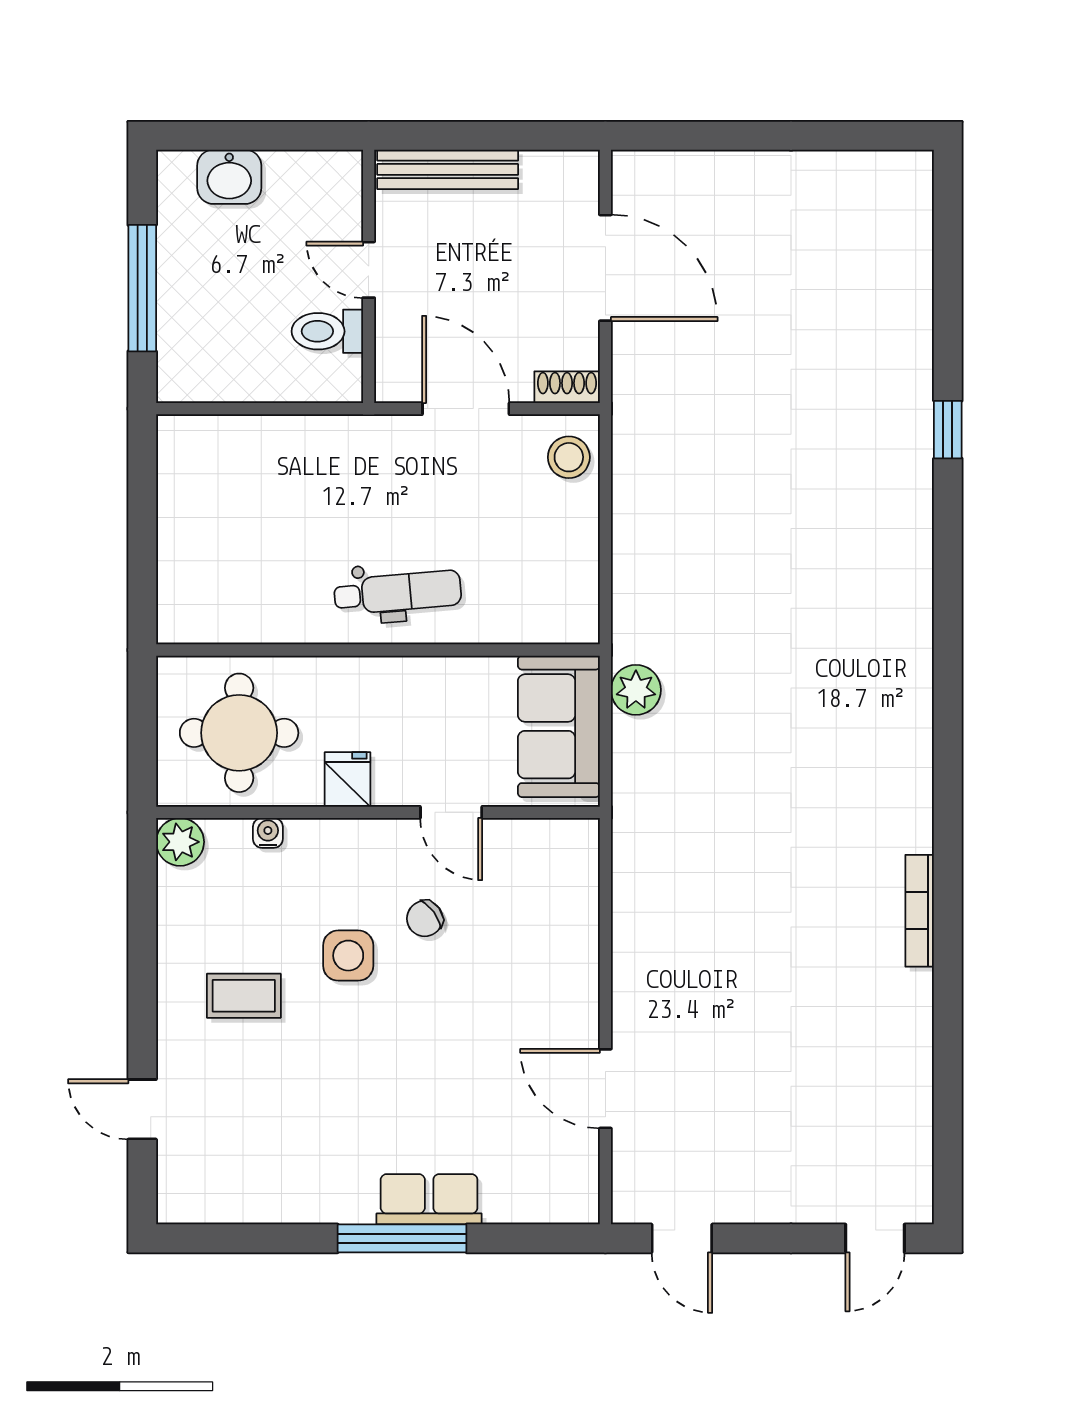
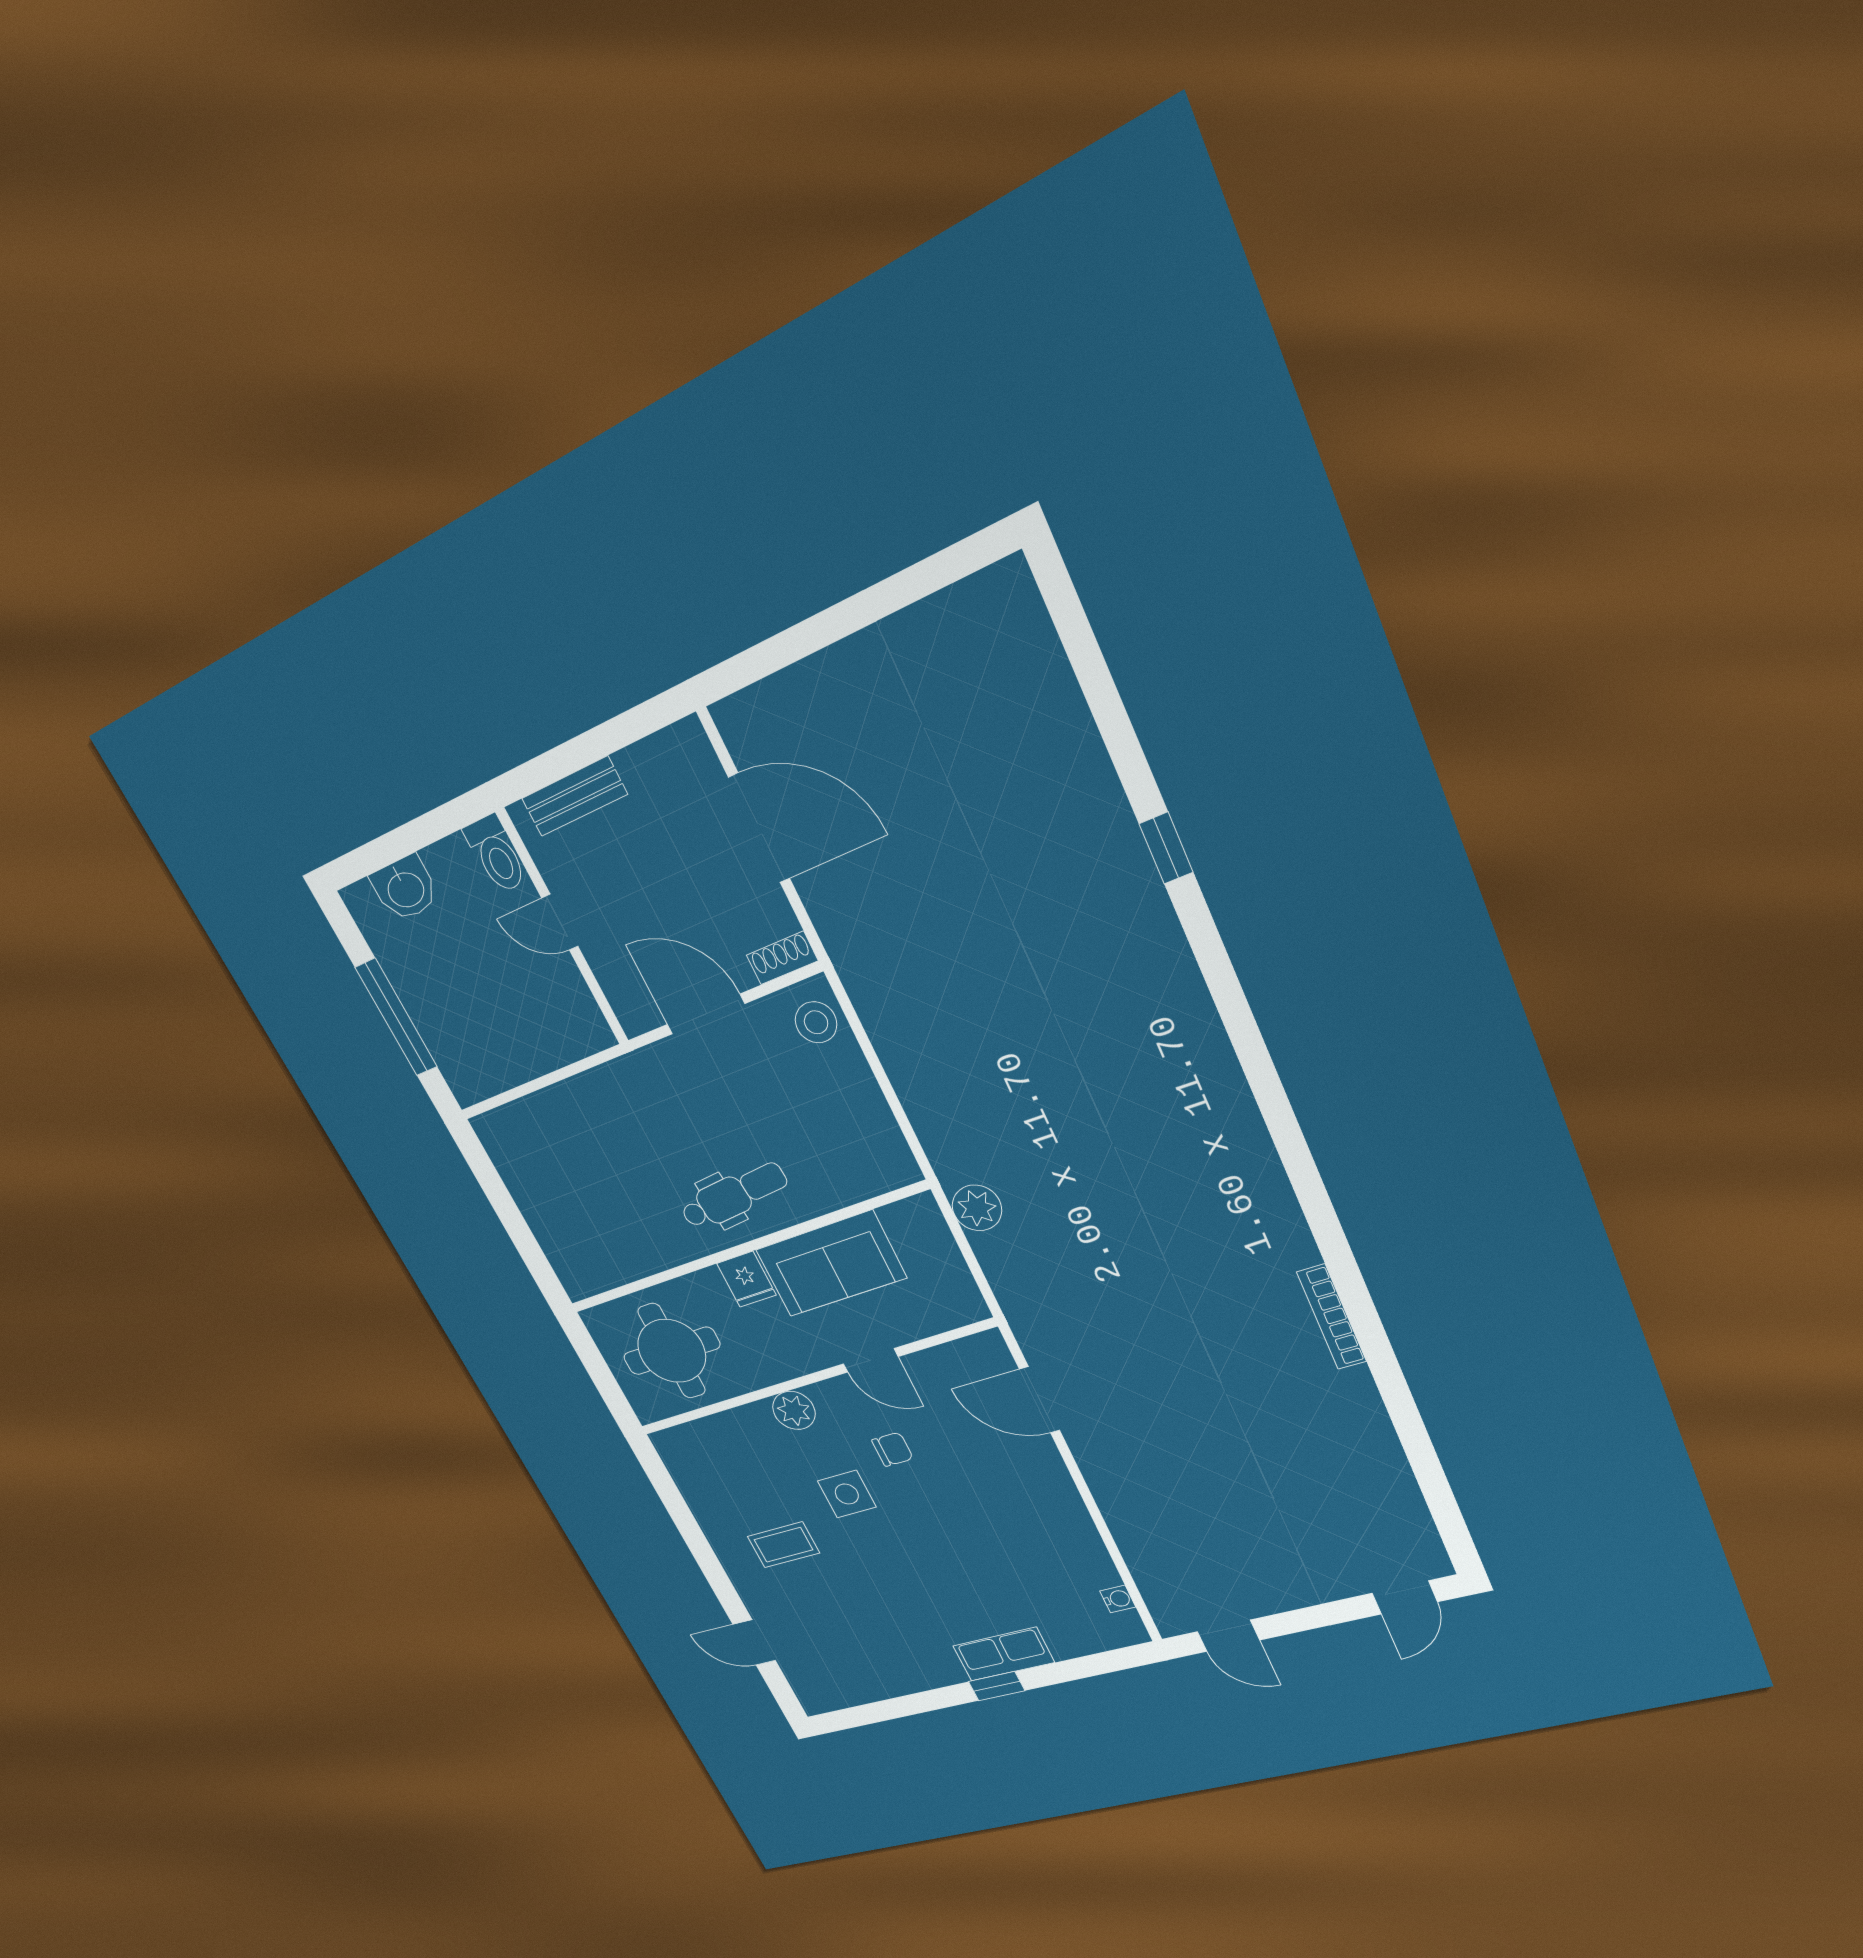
bench: (448, 169) -> (574, 796), width x0.73
toilet: (327, 331) -> (496, 854), moved, turned -90
sofa: (559, 726) -> (831, 1264), moved, turned -90
fridge: (347, 779) -> (746, 1279), moved, turned 180
water cooler: (268, 833) -> (1118, 1599), moved, turned 90
plant: (180, 842) -> (794, 1410), moved
chair: (425, 919) -> (892, 1449), turned -144
door: (605, 1089) -> (1040, 1400), moved
window: (402, 1238) -> (997, 1686), width x0.46

